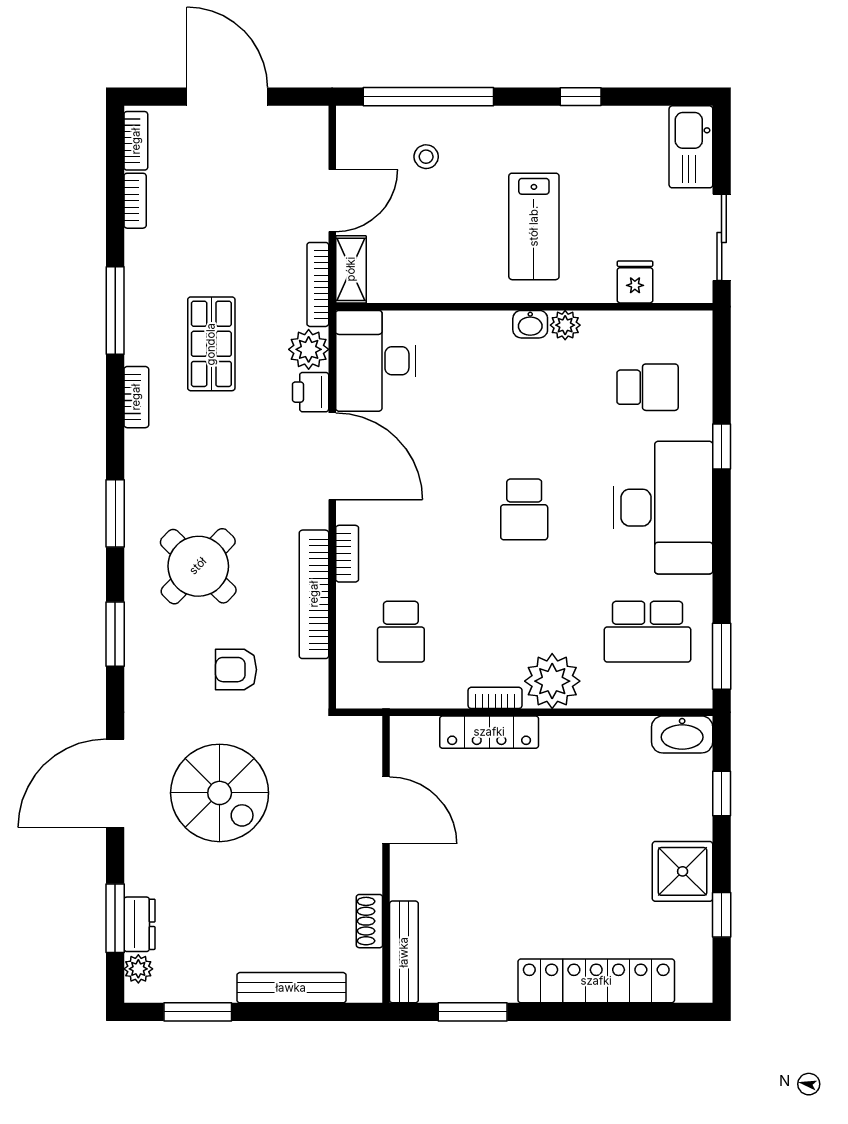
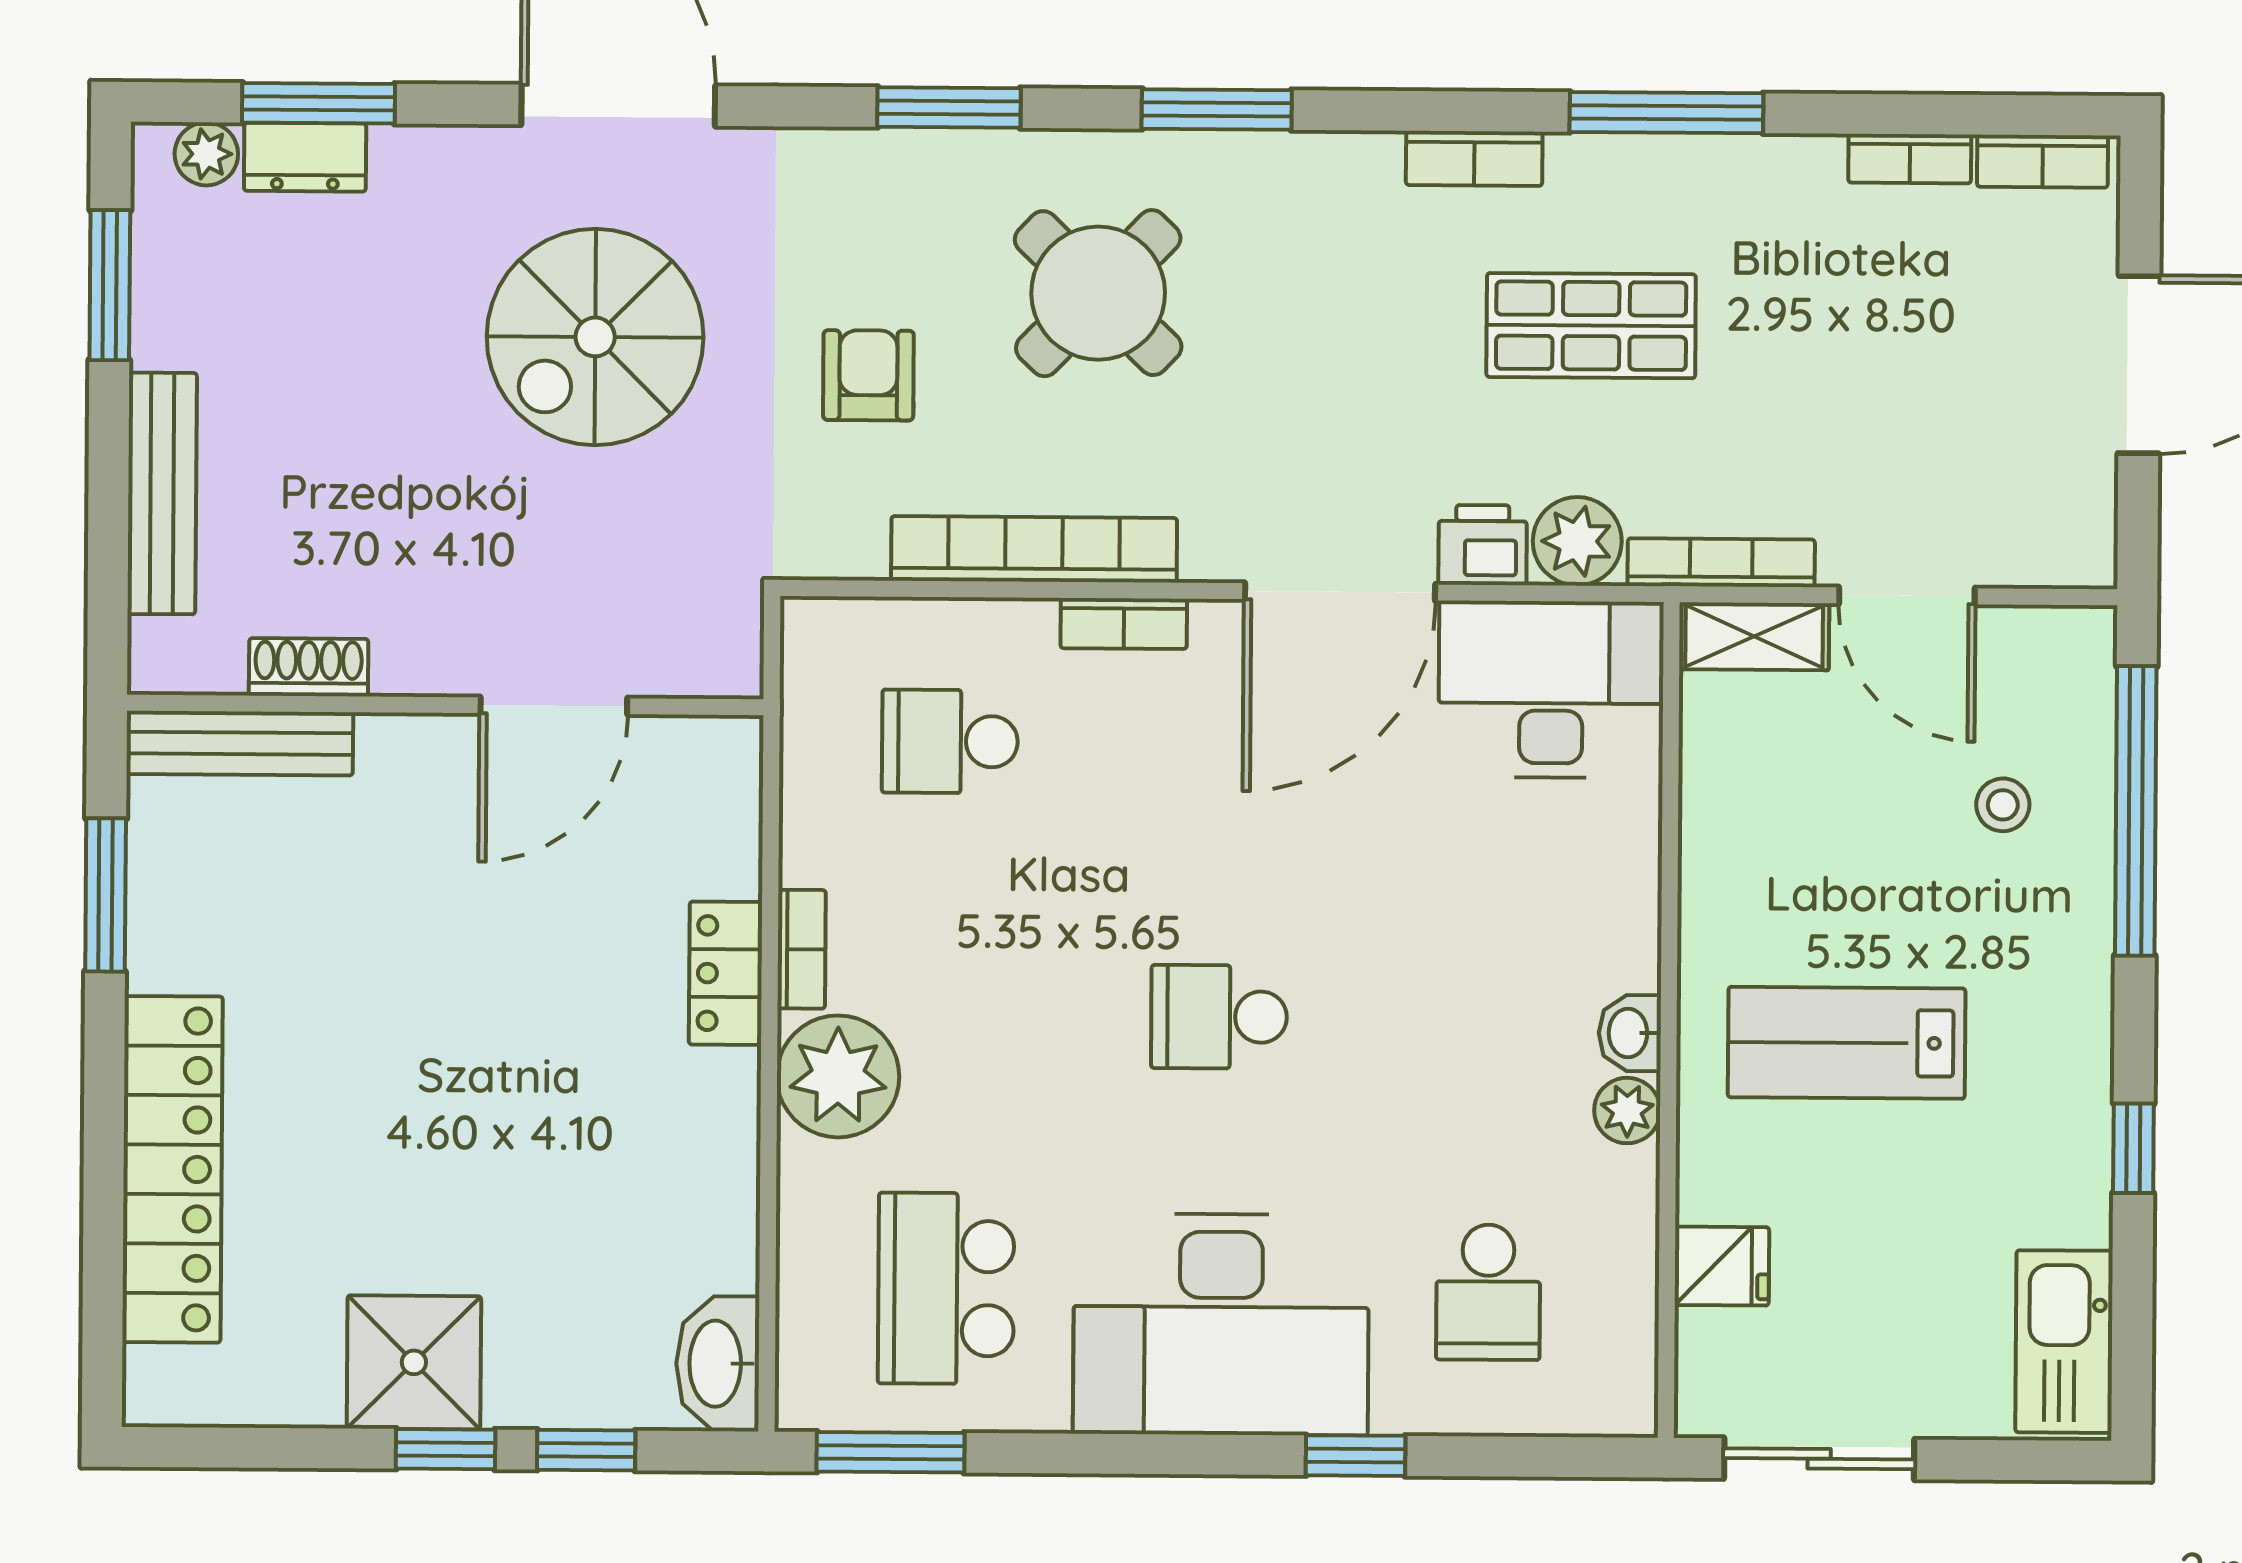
kitchen sink: (691, 147) -> (2064, 1342), moved, turned -90
locker: (489, 732) -> (726, 973), width x0.66
window: (722, 915) -> (445, 1449), moved

